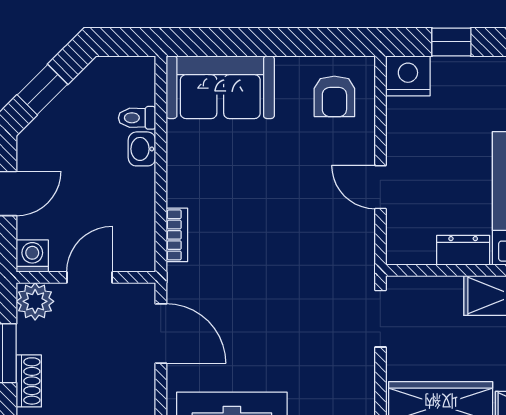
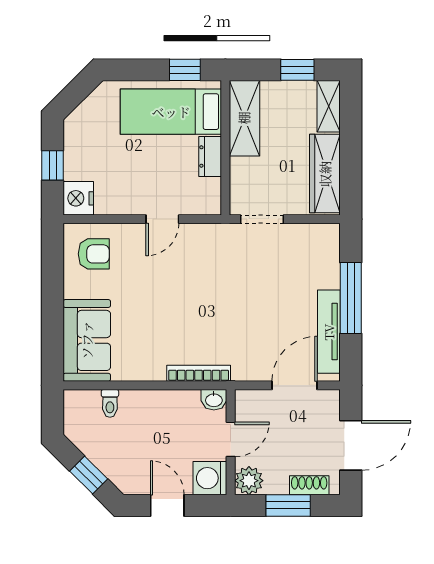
washbasin: (142, 149) -> (214, 400), moved
bookcase: (177, 235) -> (199, 373), width x1.56
washing machine: (32, 256) -> (210, 478), width x1.38, depth x1.38
door: (89, 277) -> (231, 439), swing flipped
door: (161, 334) -> (295, 385), moved

